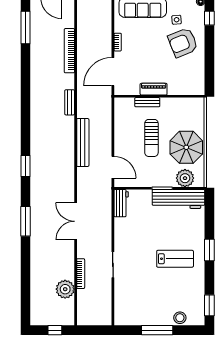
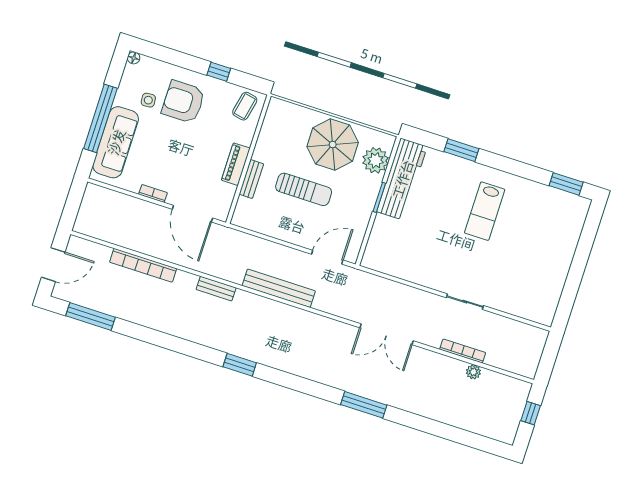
window: (209, 18) -> (219, 72), moved
armchair: (183, 43) -> (183, 102), turned 112
coffee table: (193, 83) -> (245, 106), added
window: (26, 166) -> (240, 365), moved
workbench: (121, 203) -> (382, 262), removed
window: (209, 250) -> (461, 150), moved
lab bench: (175, 259) -> (485, 211), turned 180
plant: (65, 289) -> (473, 372), width x0.53, depth x0.53
stool: (180, 318) -> (570, 231), removed
window: (157, 330) -> (577, 269), removed

